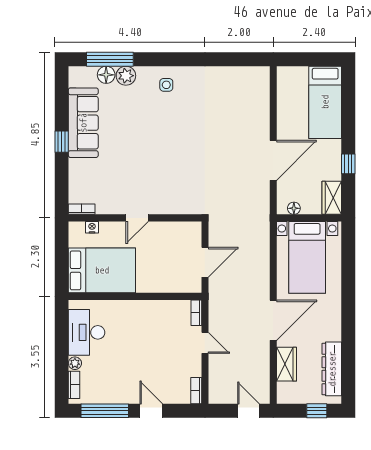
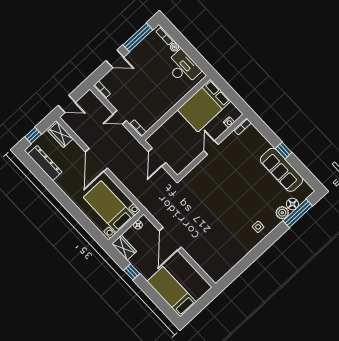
wardrobe: (286, 364) -> (60, 135), moved

